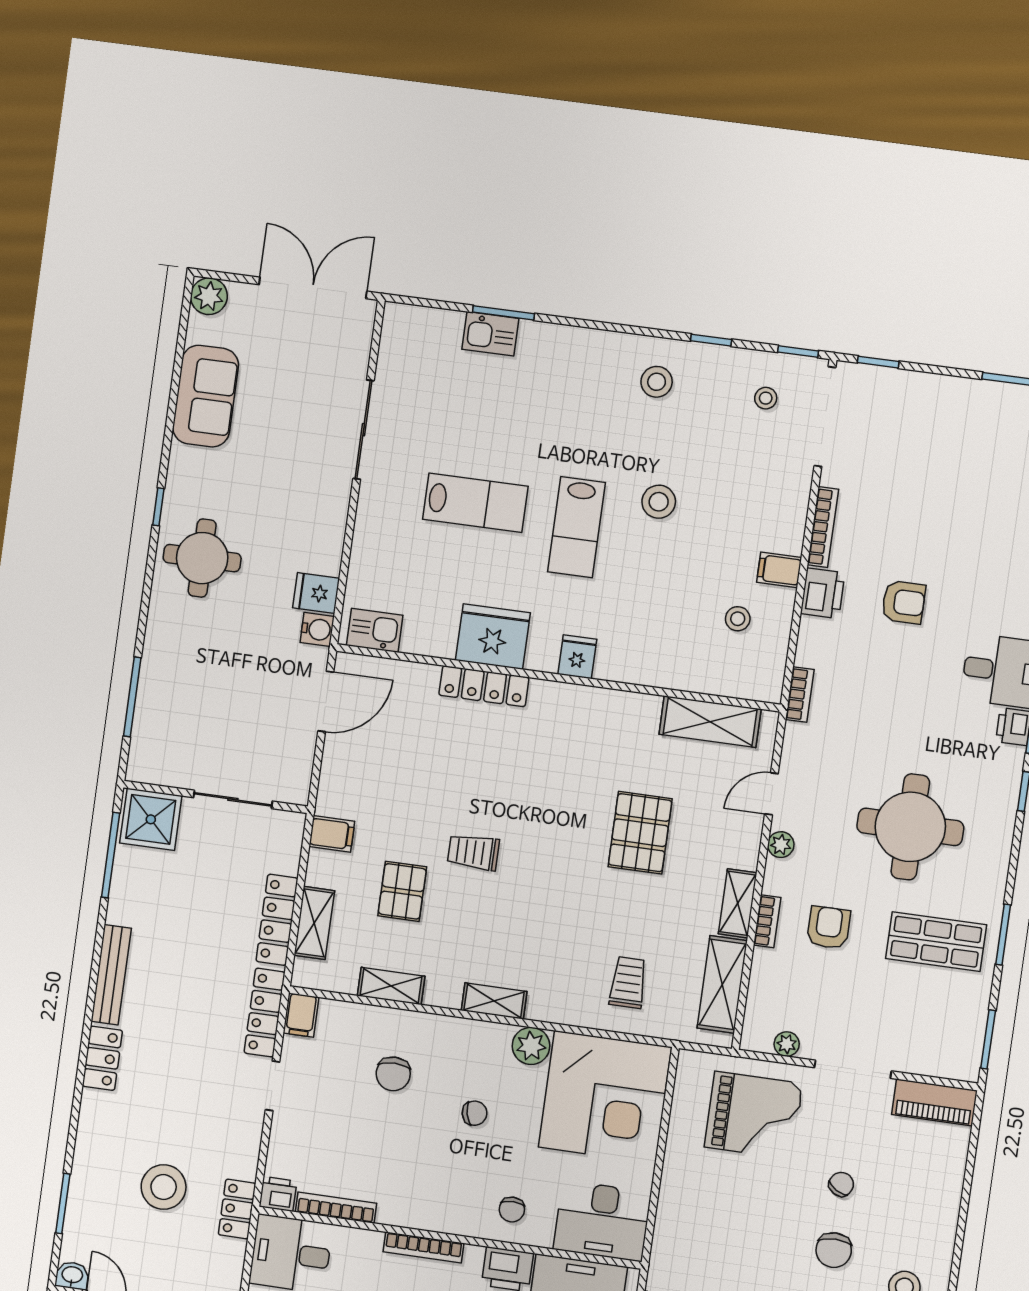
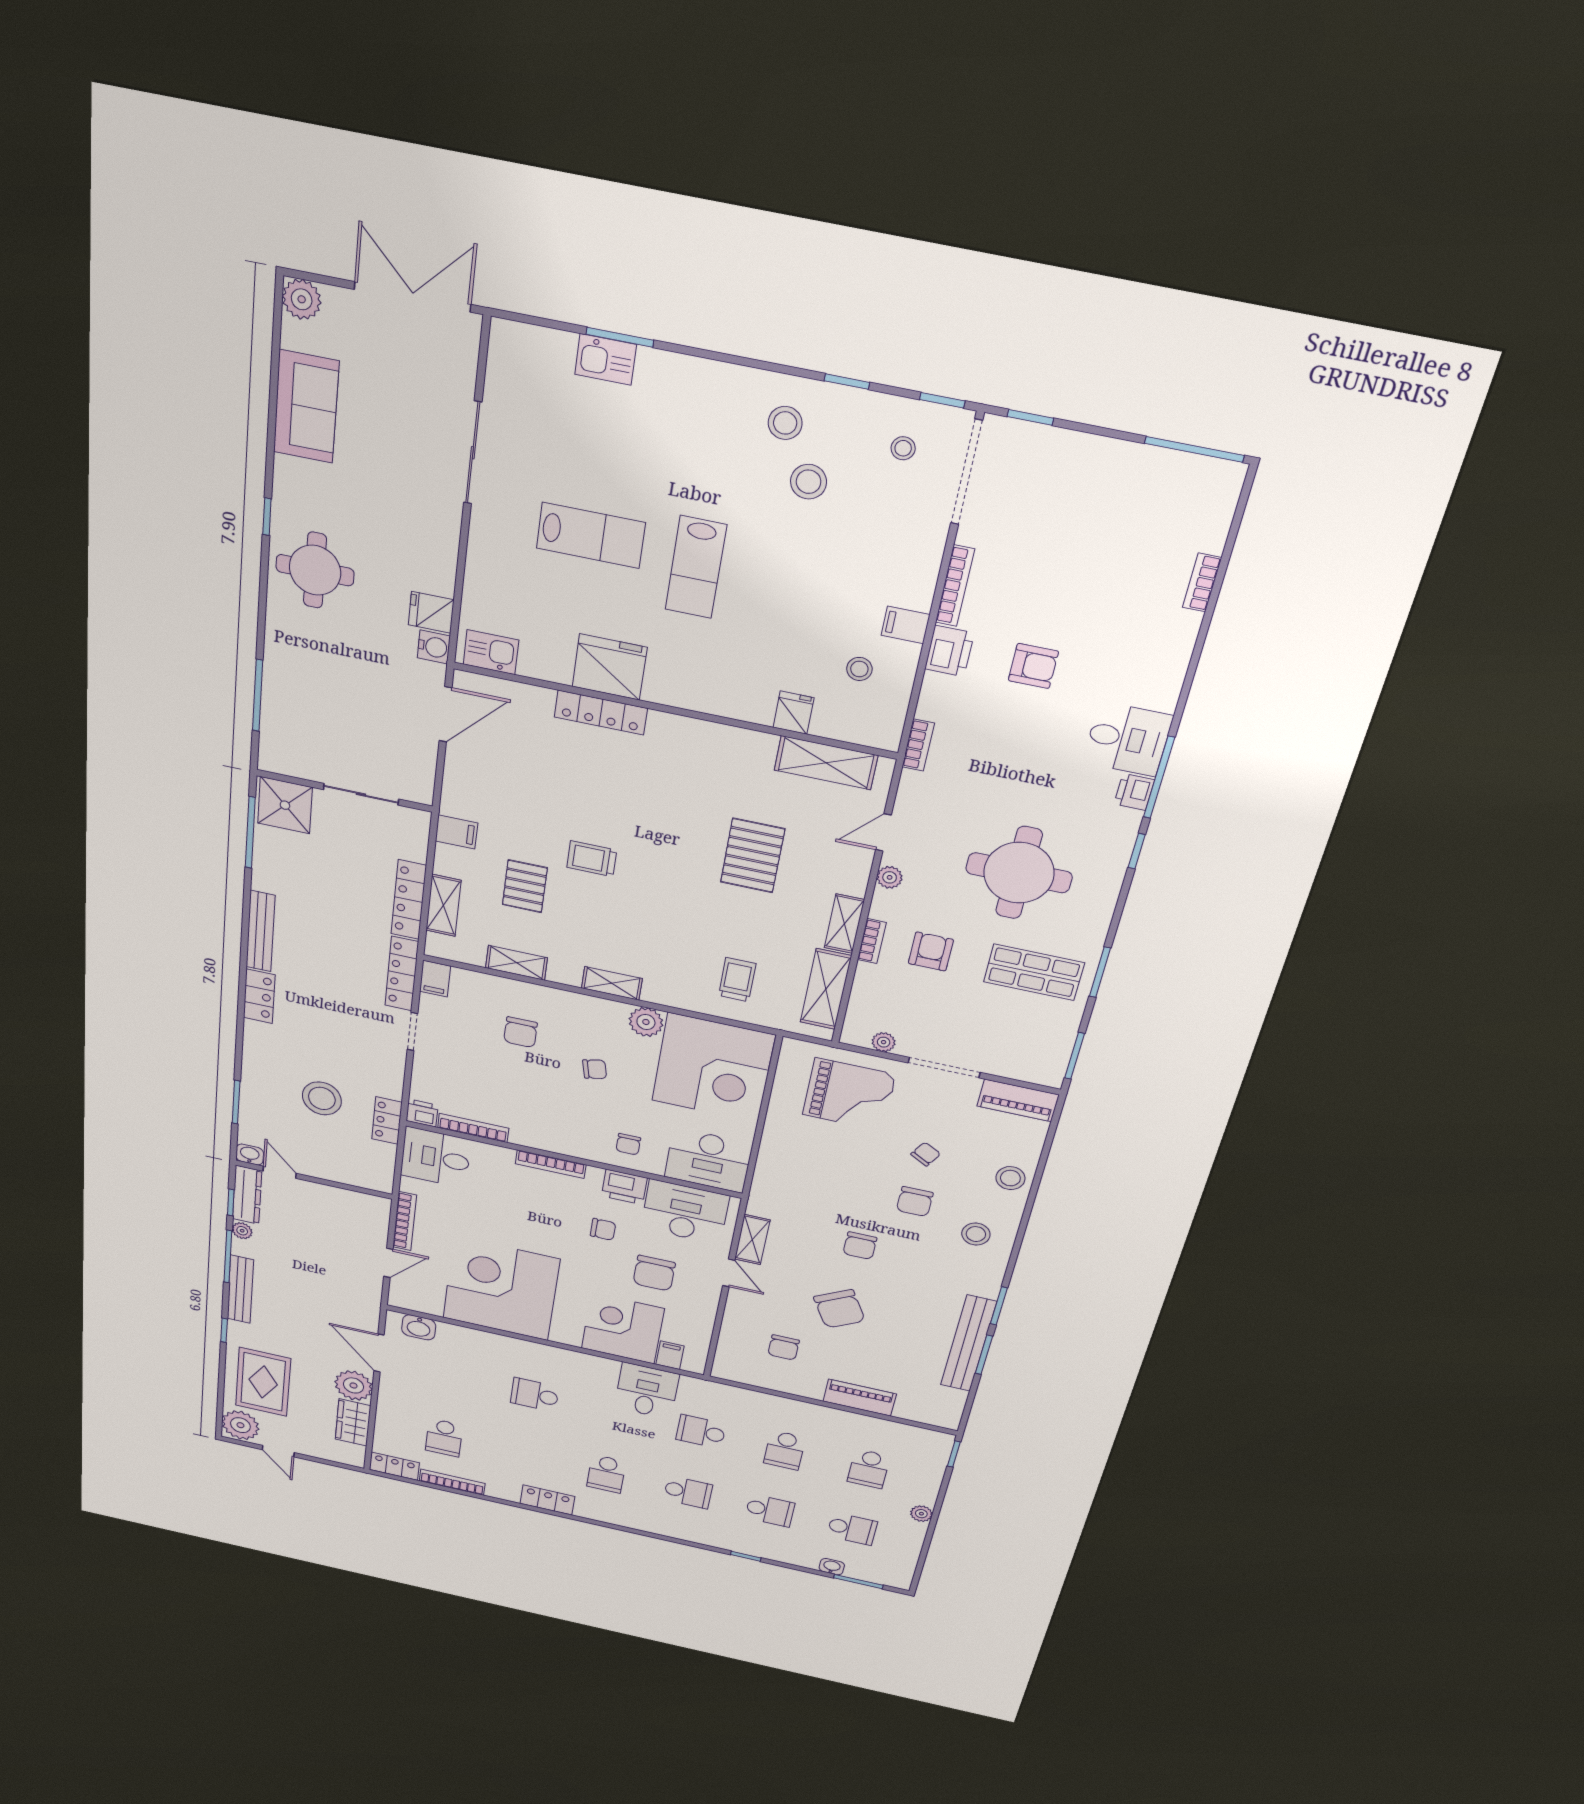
stool: (659, 502) -> (809, 482), moved
fridge: (577, 657) -> (794, 713), moved
stool: (935, 1206) -> (1010, 1178), added

